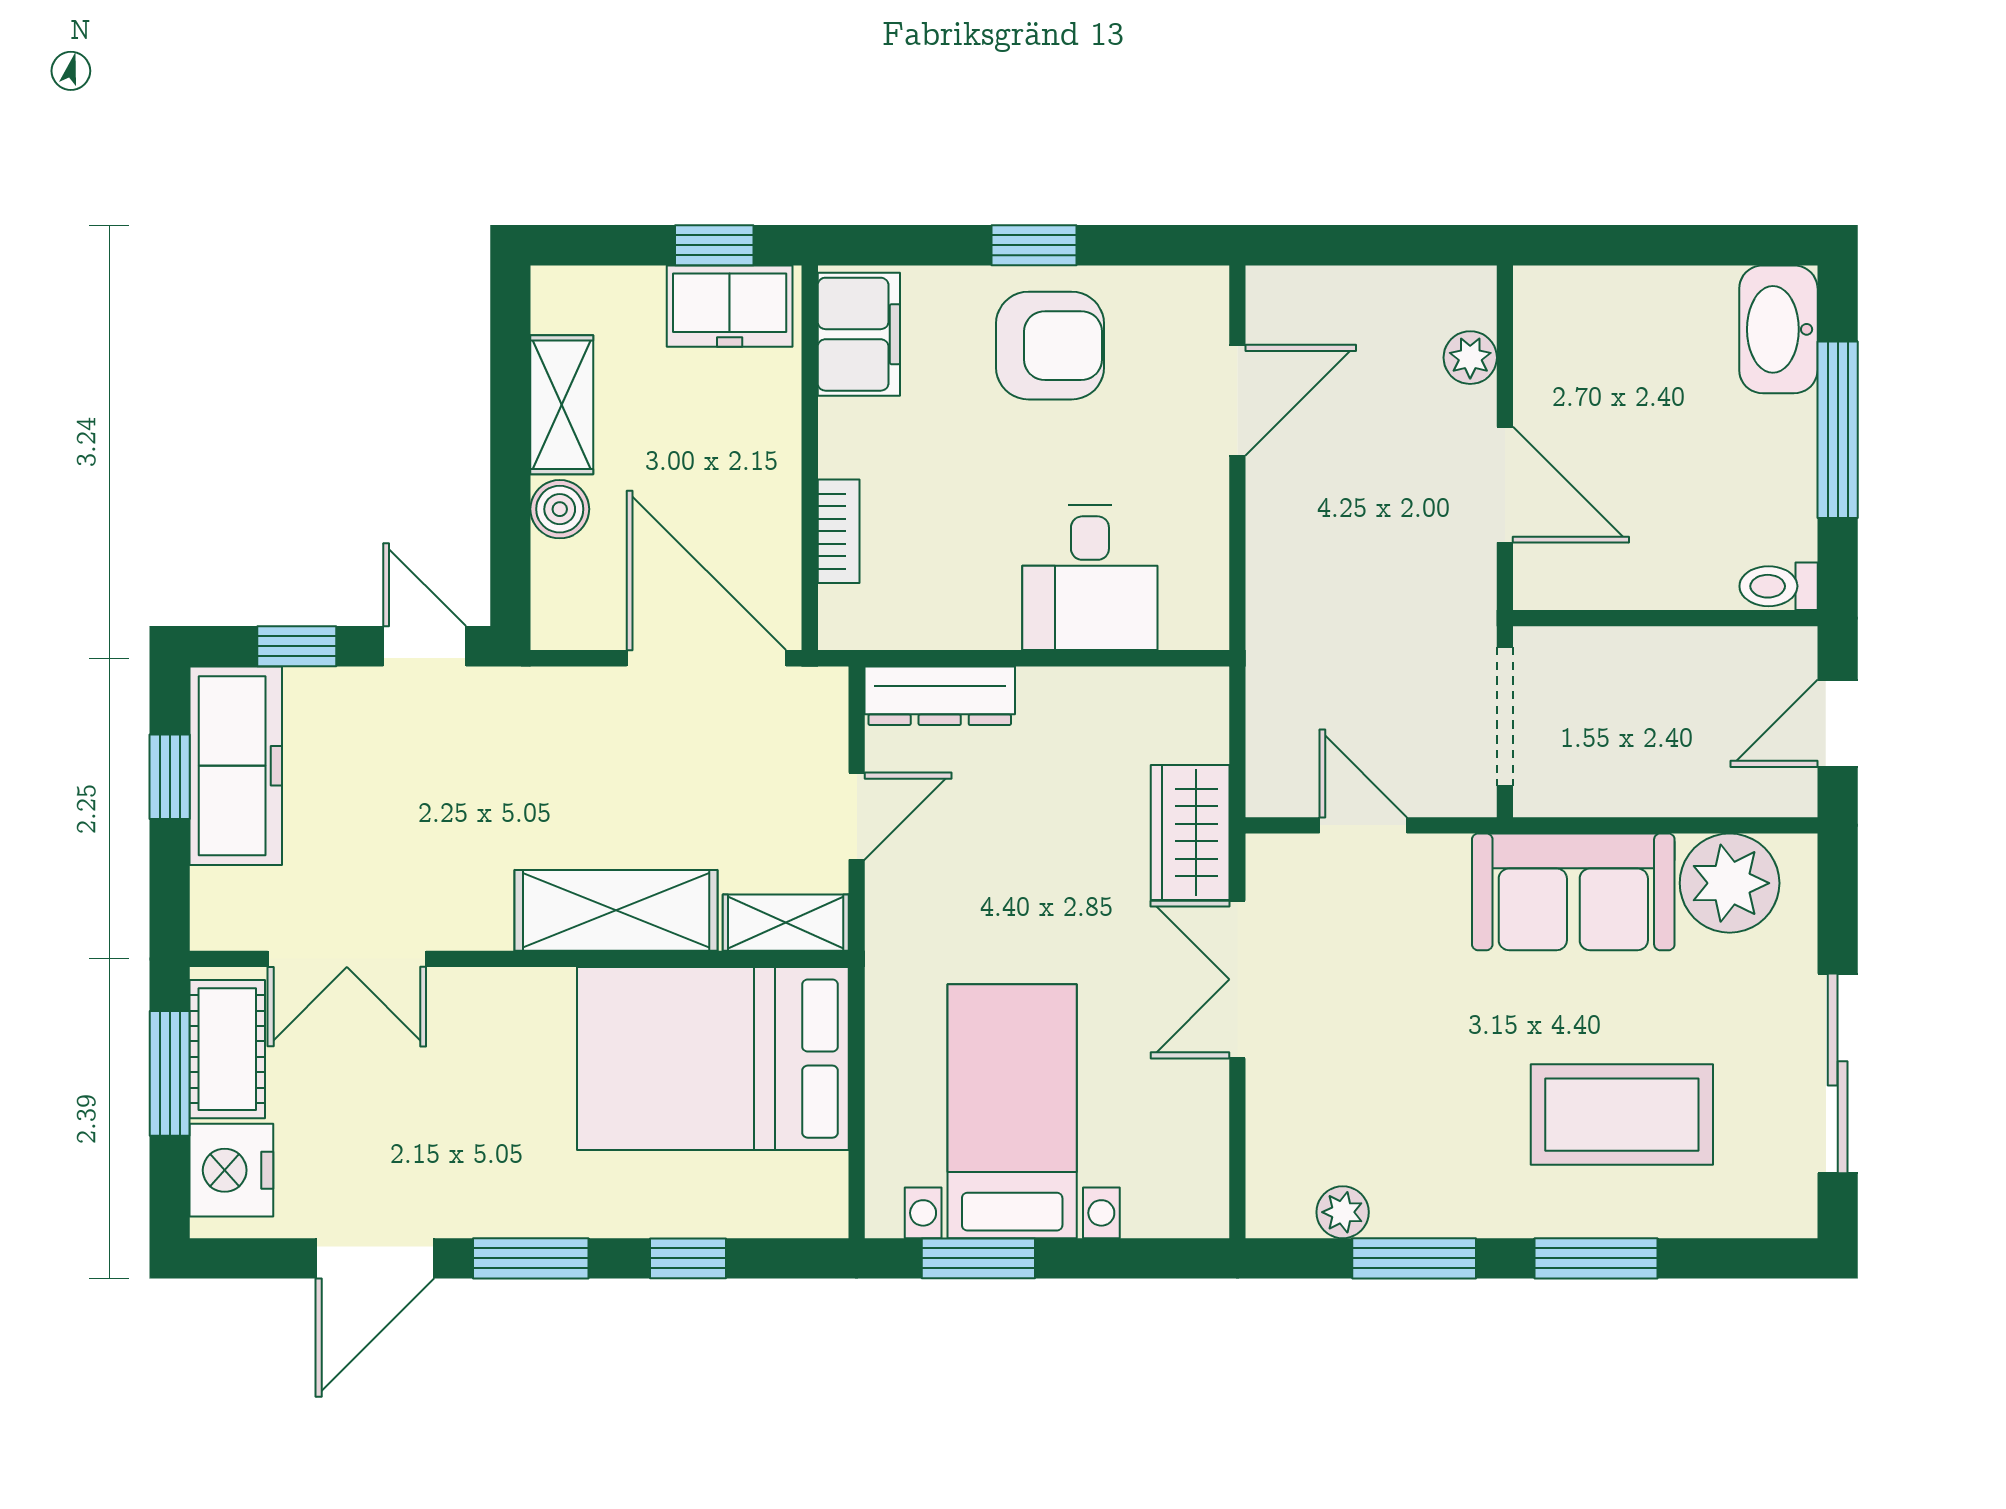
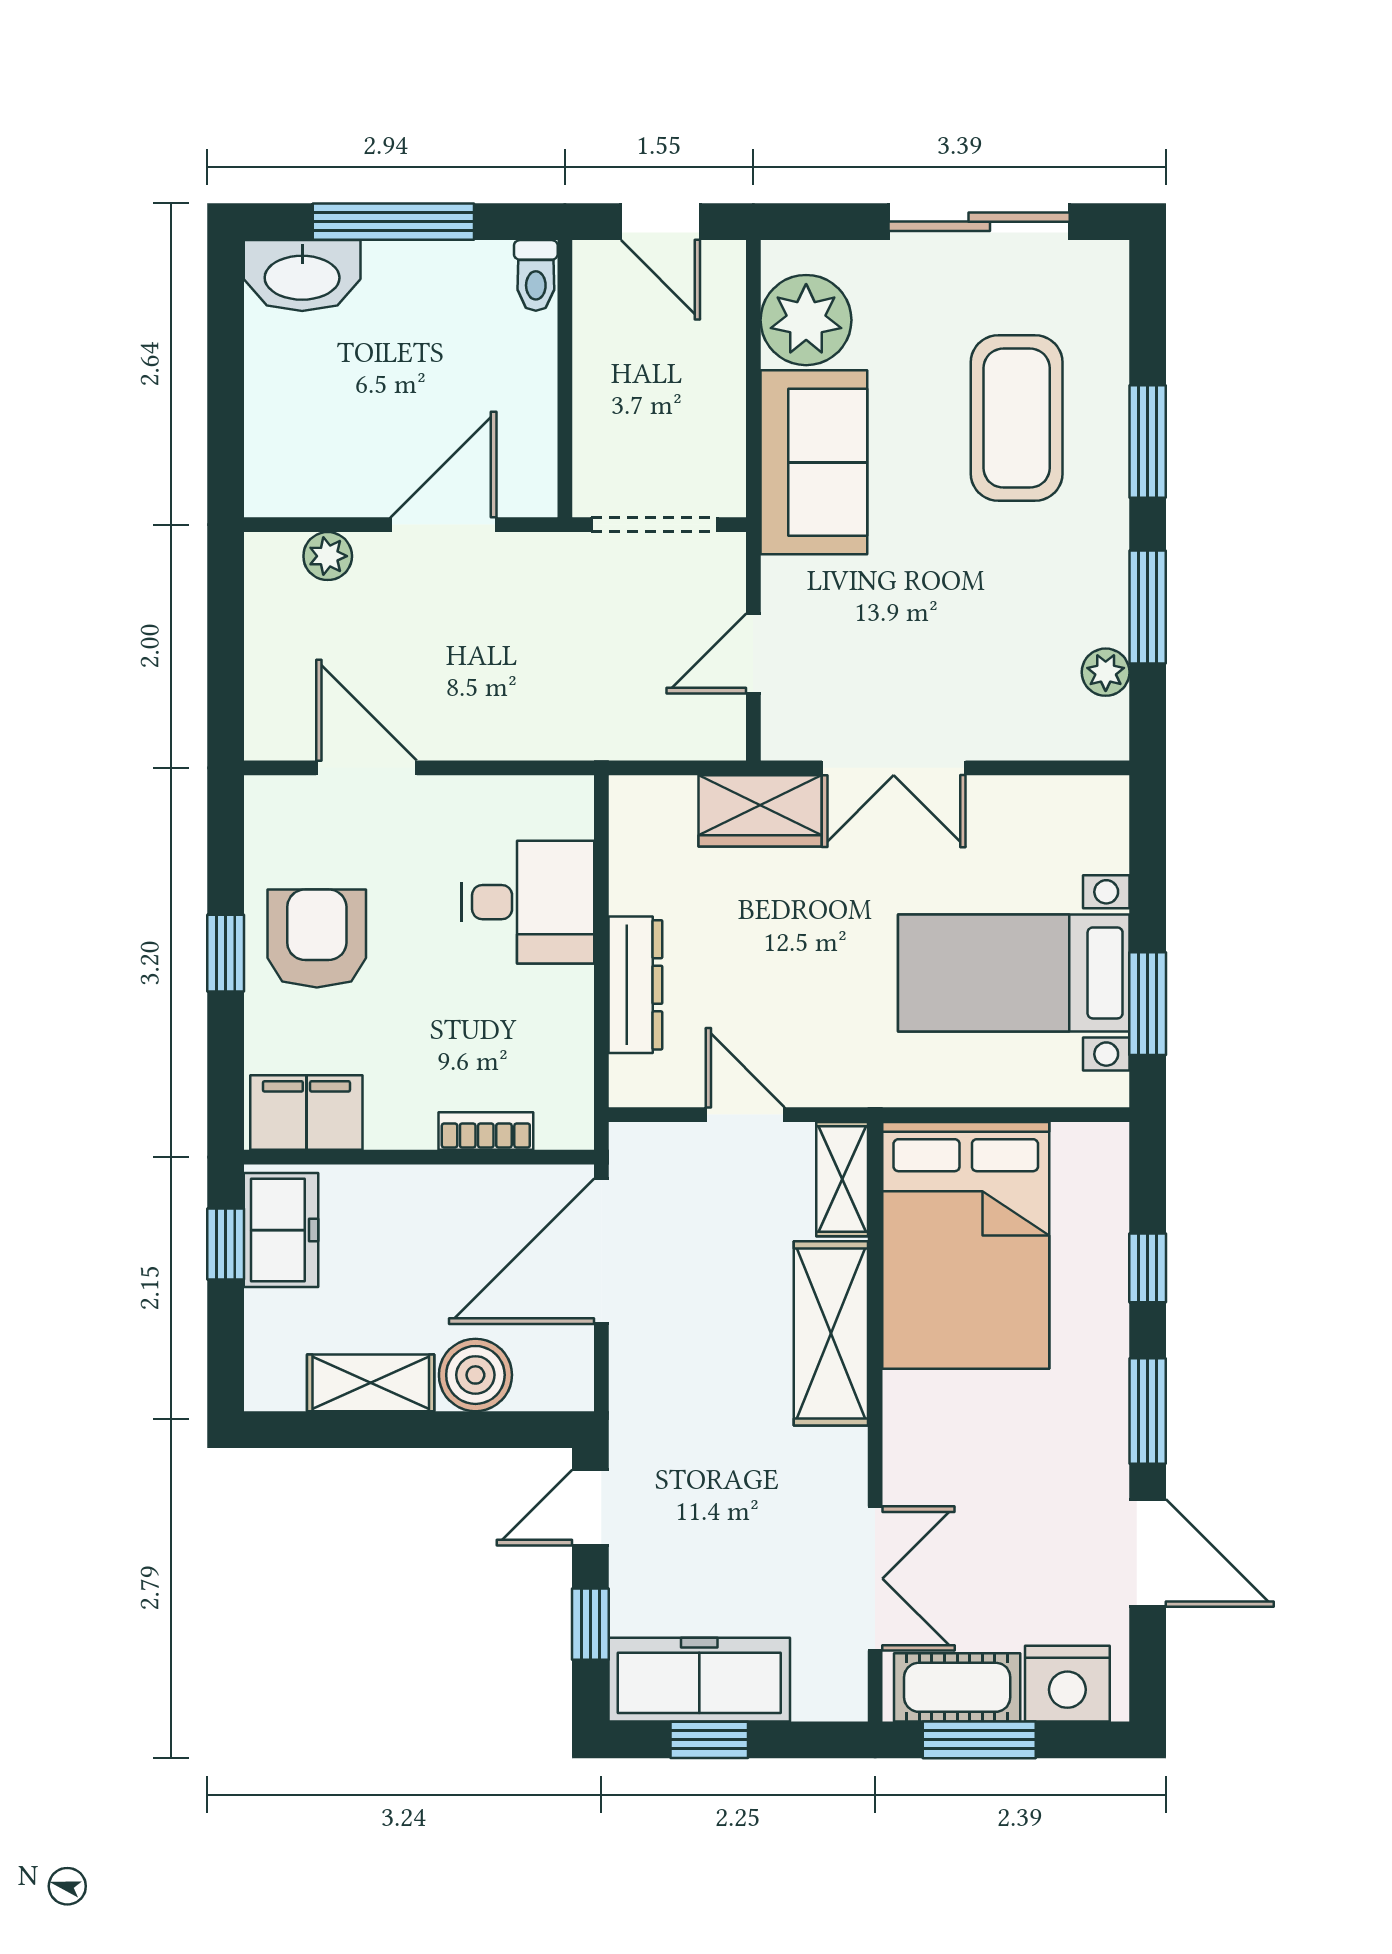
boiler: (560, 509) -> (475, 1375), width x1.36, depth x1.36
dresser: (940, 696) -> (635, 985), moved

